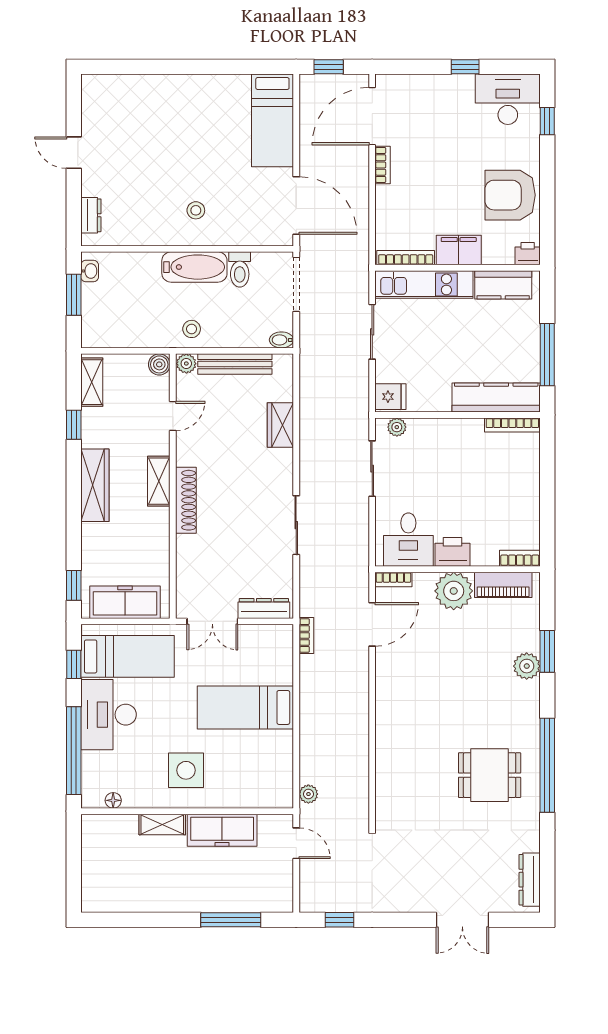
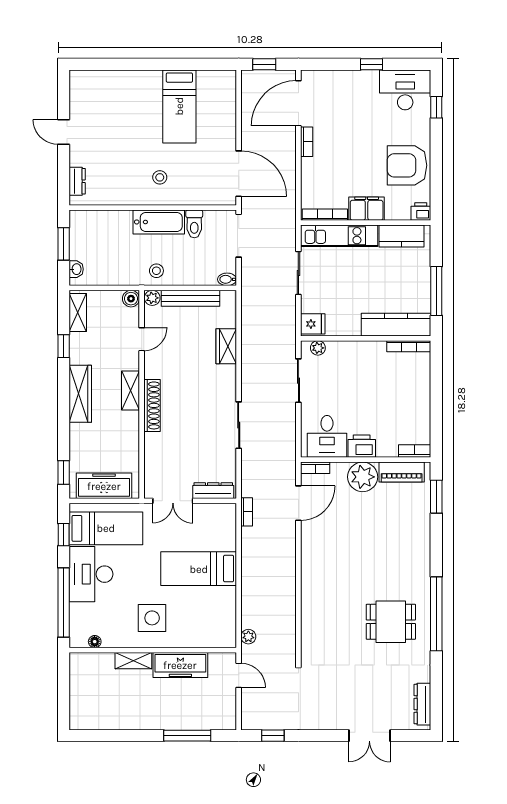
bed: (272, 120) -> (179, 106), moved
washbasin: (90, 271) -> (76, 269), moved
window: (547, 651) -> (436, 497), moved
plant: (527, 666) -> (420, 536), removed

